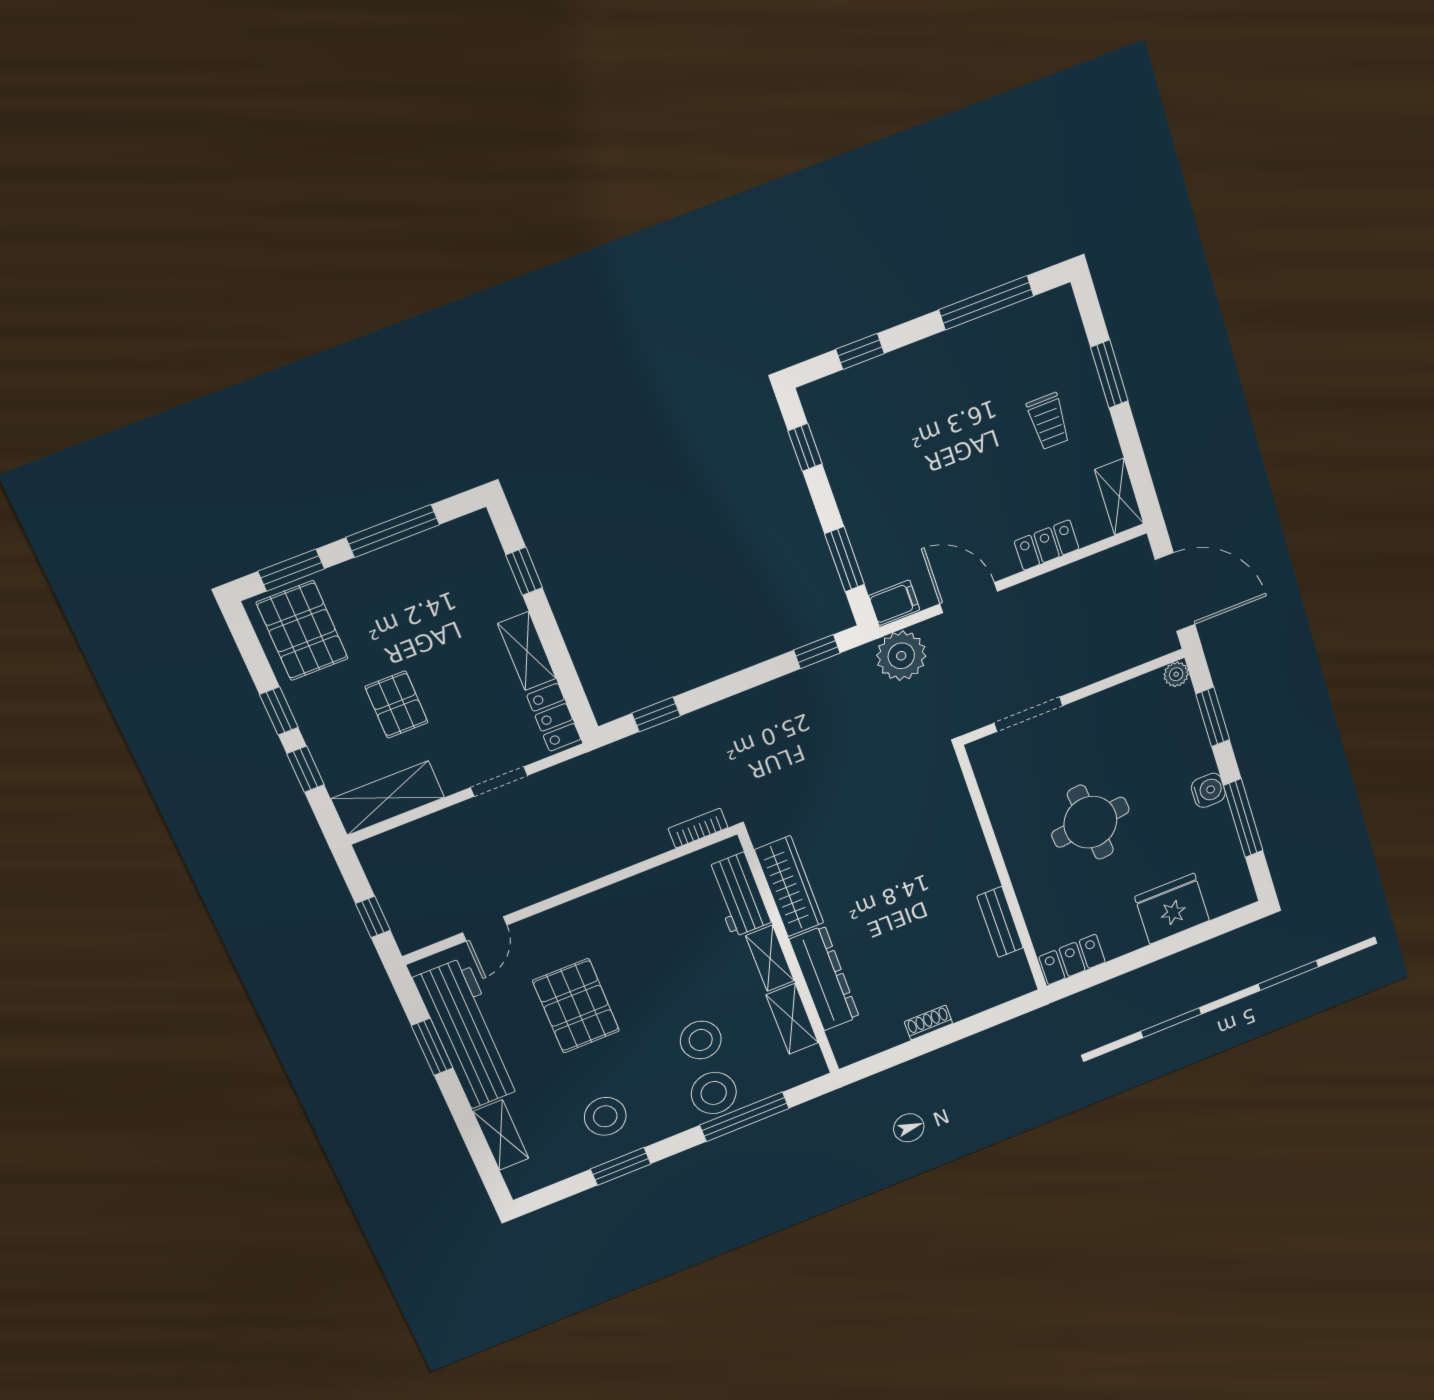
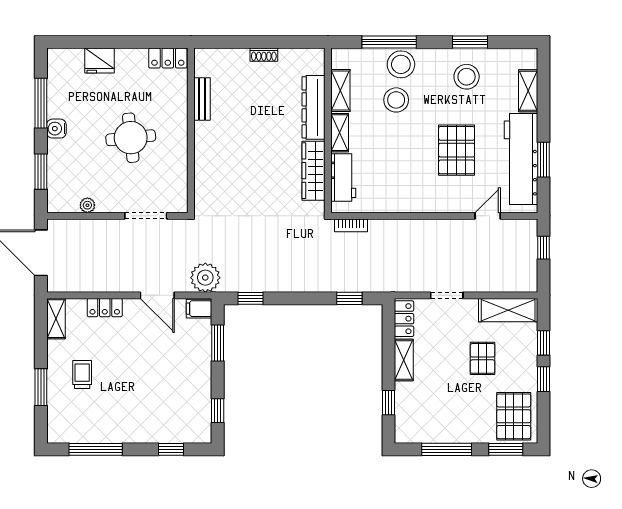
plant: (1176, 674) -> (87, 205), moved
fridge: (1172, 909) -> (99, 61), width x0.73, depth x0.75

